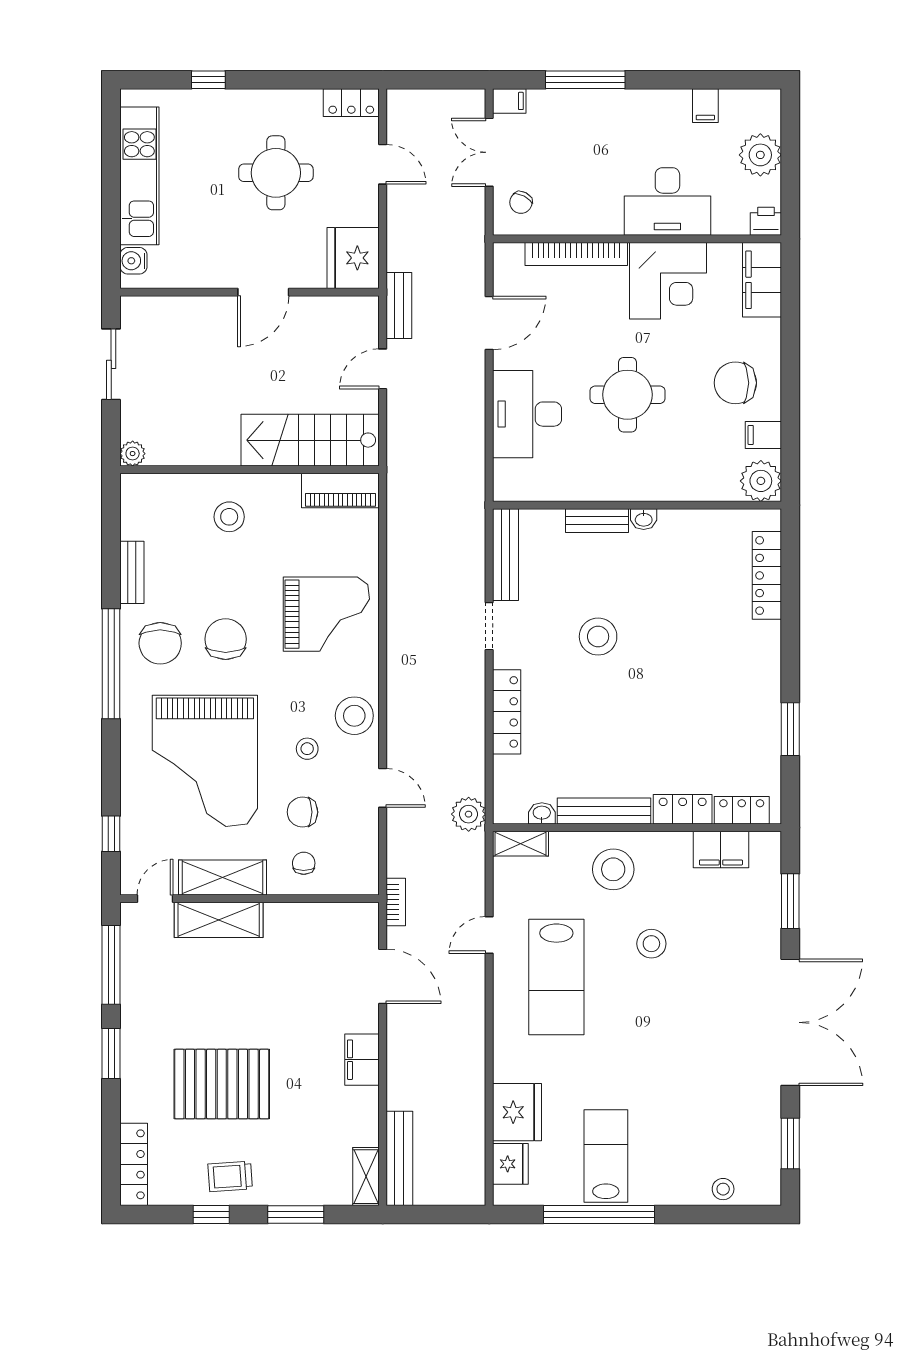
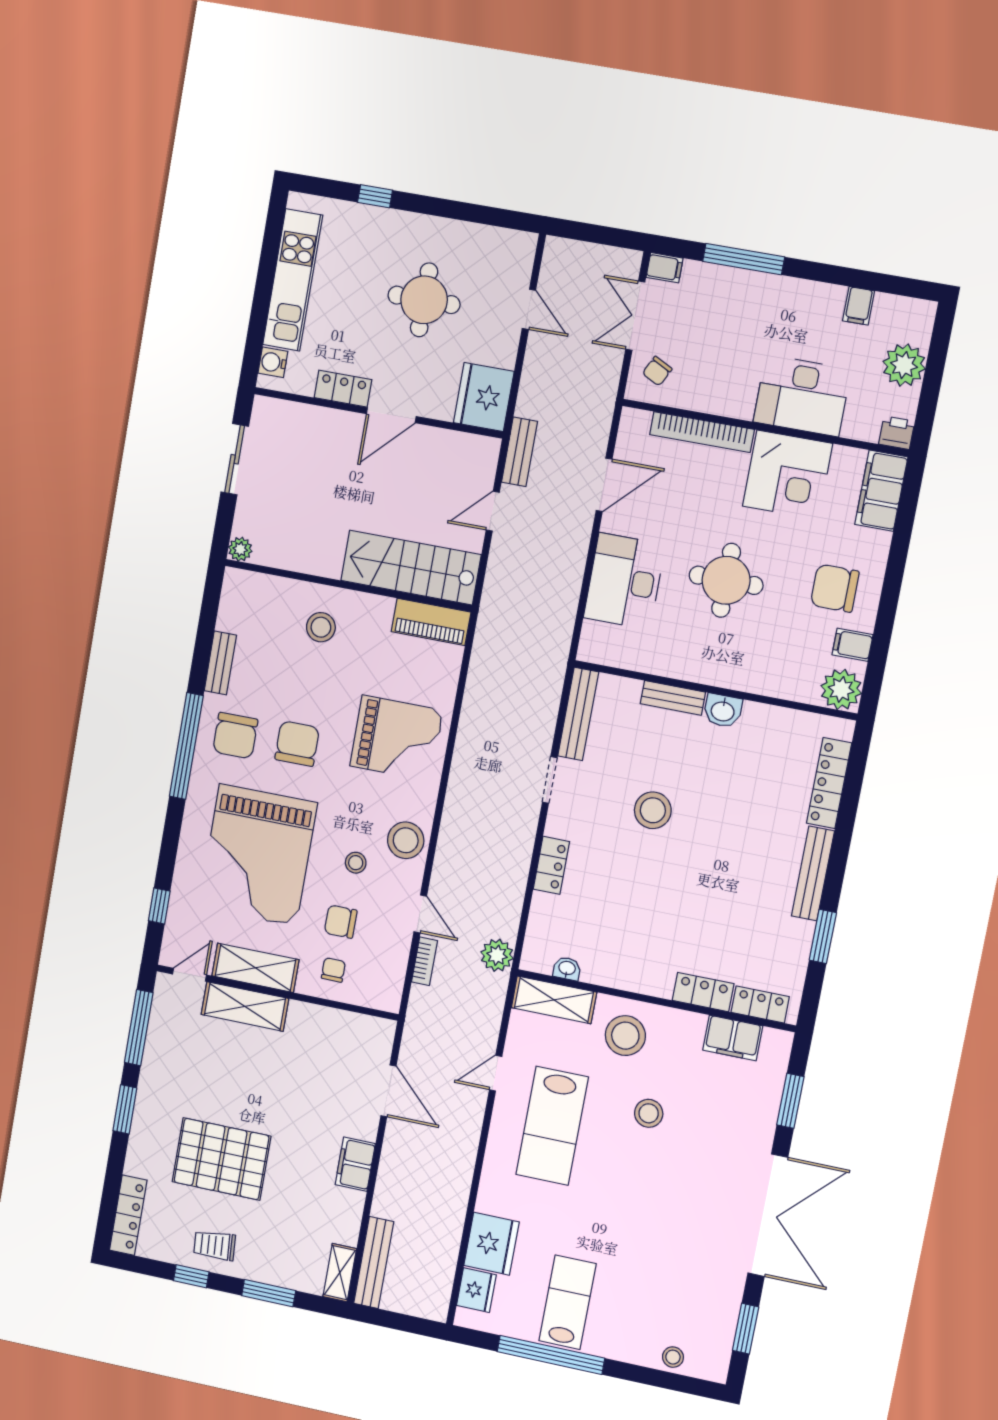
locker: (351, 103) -> (343, 389), moved, turned 180
washbasin: (644, 519) -> (723, 711), width x1.38, depth x1.45
locker: (507, 712) -> (551, 865), width x0.66
bench: (604, 811) -> (813, 874), moved, turned 90
shelving: (521, 844) -> (554, 1000), width x1.50, depth x1.33
bookcase: (396, 902) -> (425, 961), moved

